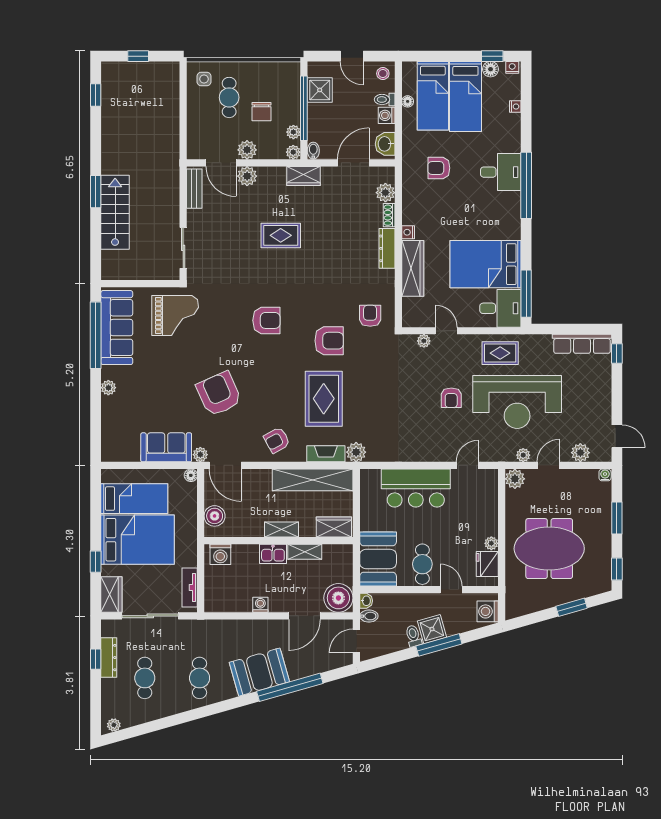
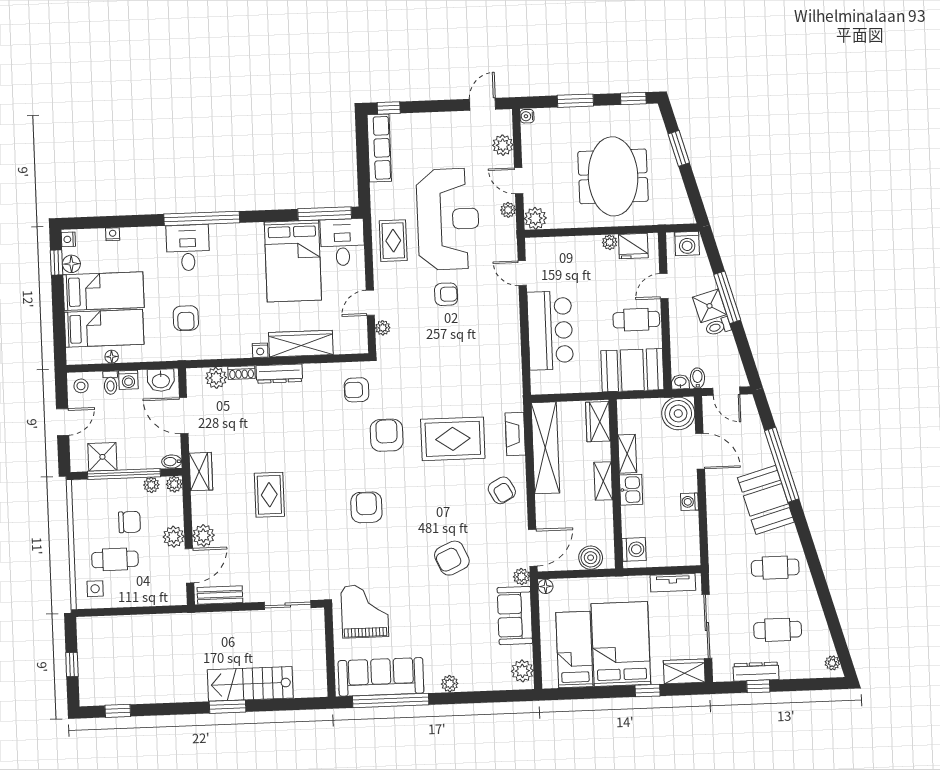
armchair: (219, 394) -> (452, 558), width x0.73, depth x0.73
plant: (356, 452) -> (522, 671), moved

